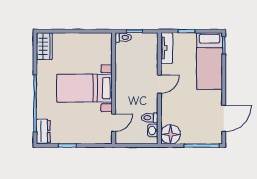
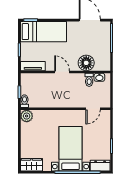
plant: (105, 40) -> (27, 116), added
bed with nightstands: (84, 88) -> (70, 149), moved, turned 180
door: (114, 123) -> (93, 109), swing flipped
floor lamp: (171, 134) -> (86, 63), moved

